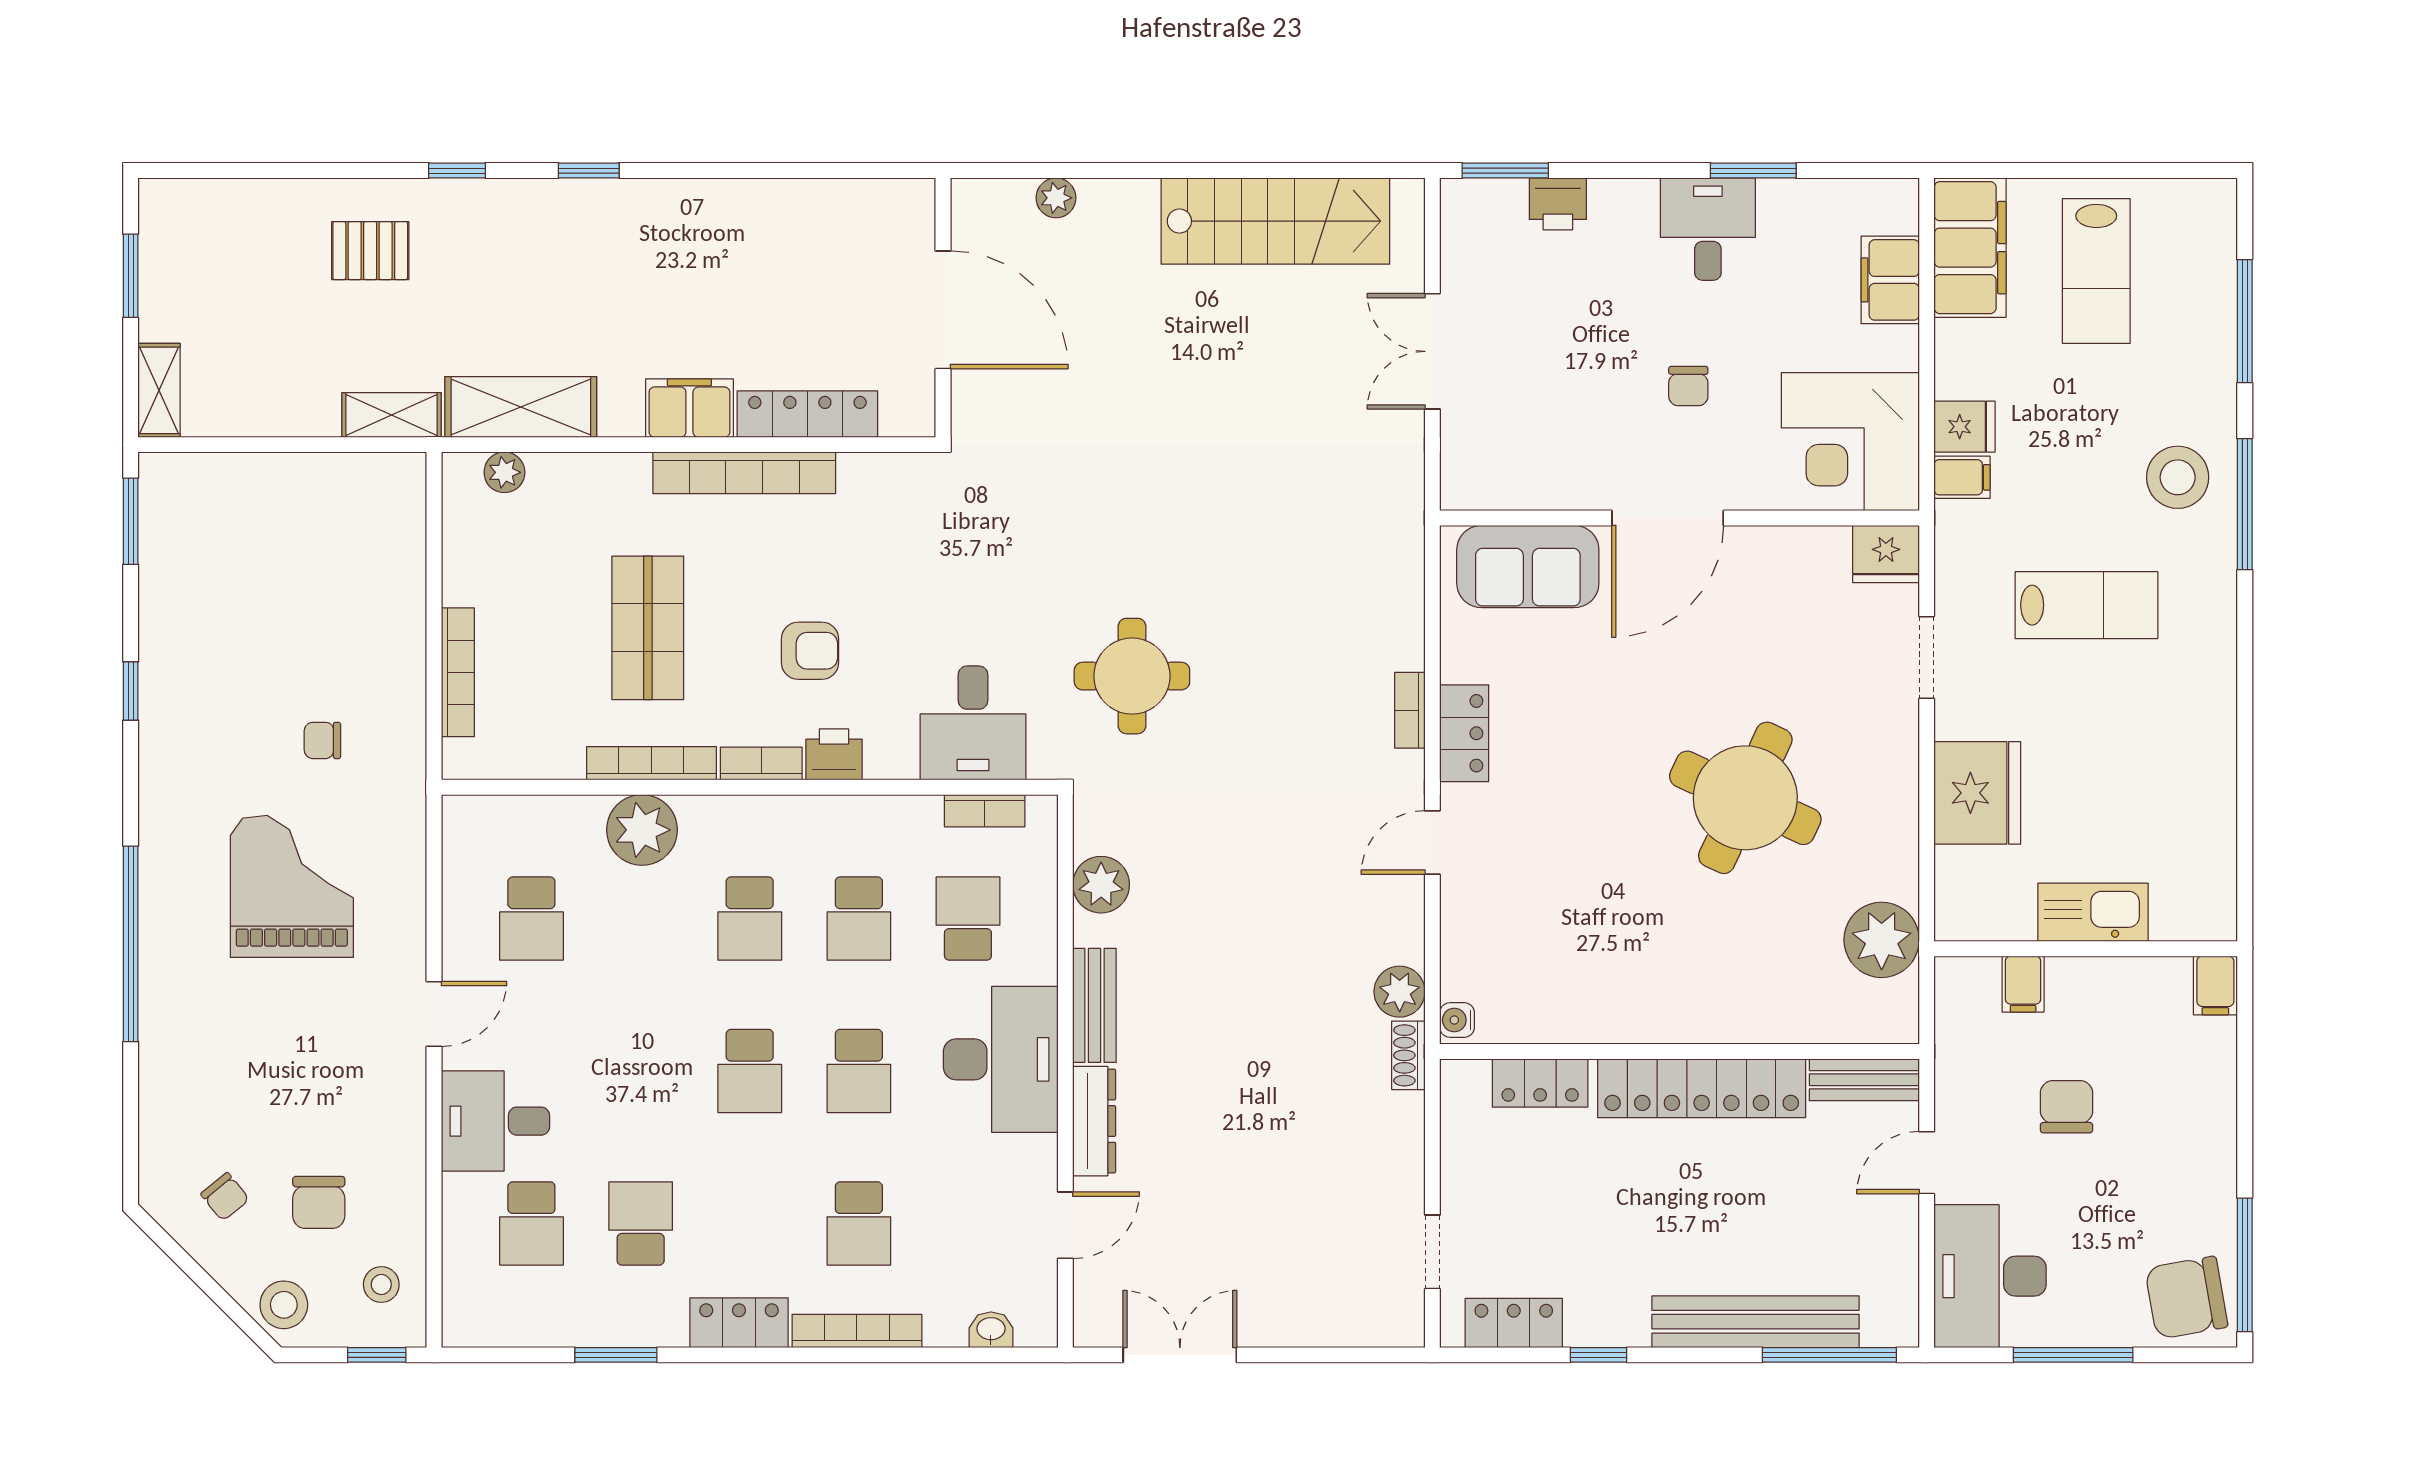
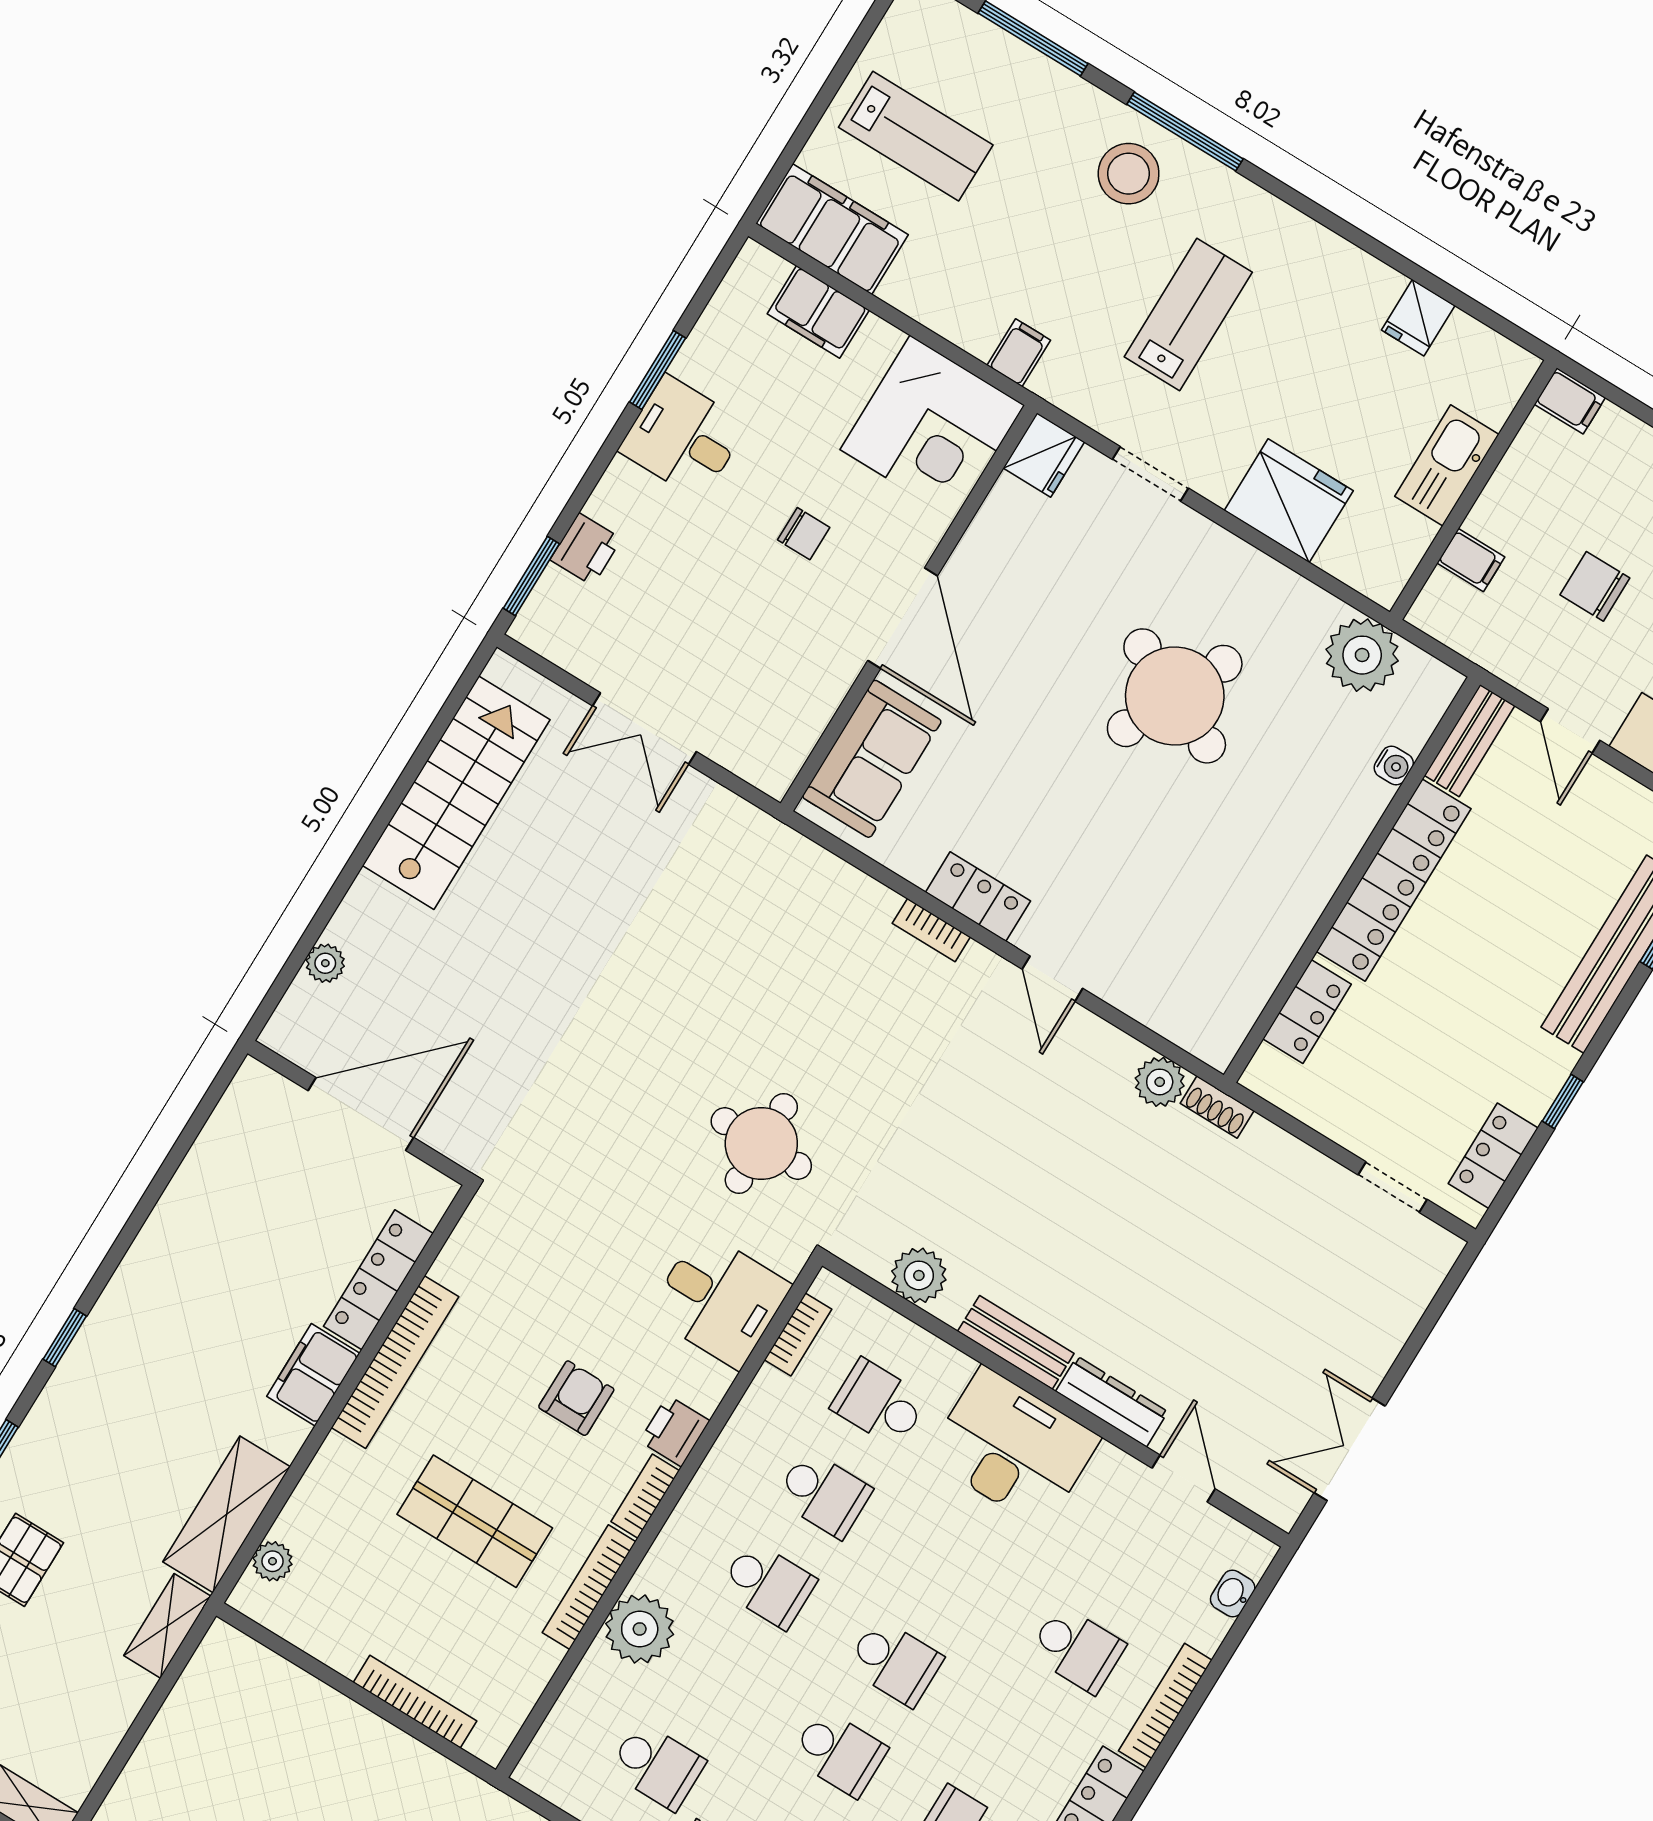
fridge: (1965, 427) -> (1418, 318), moved, turned 180
water cooler: (1457, 1020) -> (1394, 765), moved, turned -90
school desk: (859, 1071) -> (839, 1753), moved

